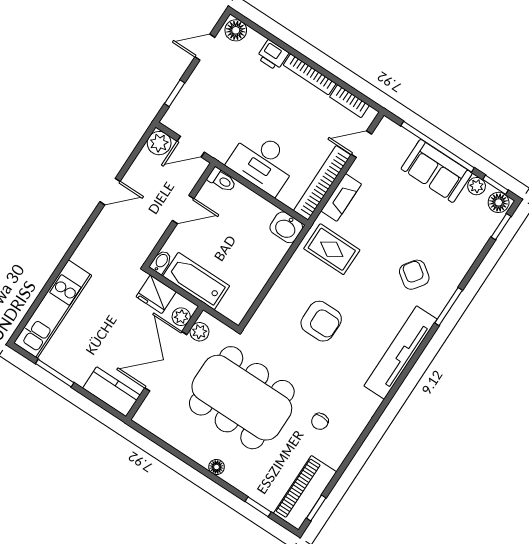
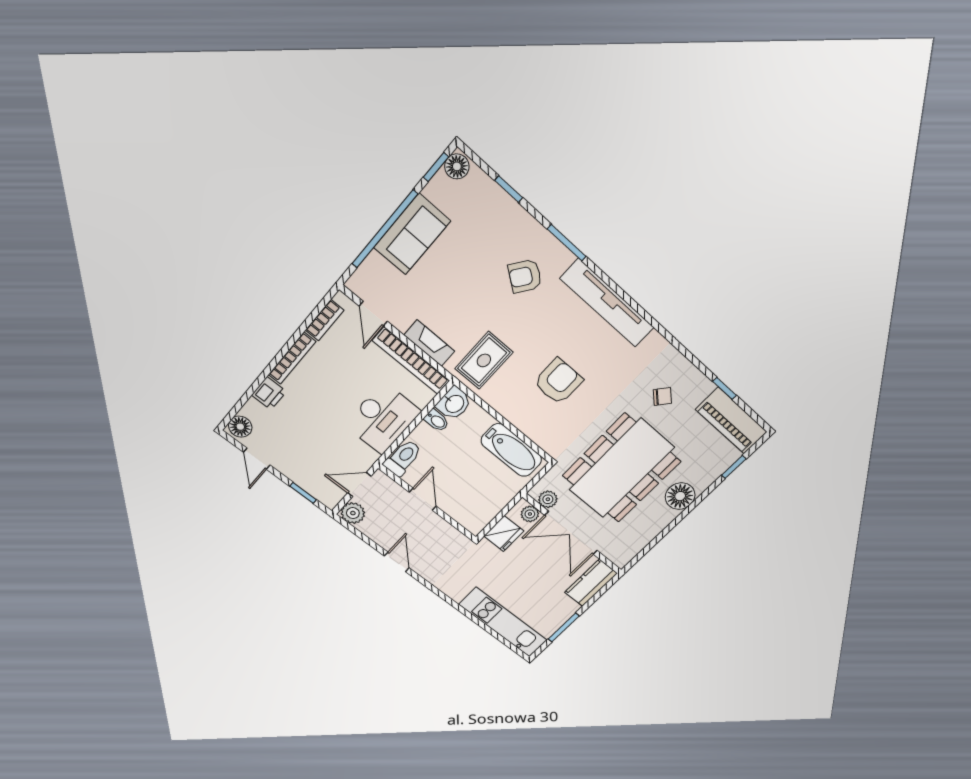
door: (191, 147) -> (359, 484), swing flipped
toilet: (222, 180) -> (403, 458), width x1.37, depth x1.39
plant: (477, 186) -> (435, 190), removed
window: (501, 227) -> (509, 189), moved
bidet: (161, 262) -> (437, 421), moved, turned 180
bathtub: (196, 281) -> (511, 450), moved, turned -90
chair: (320, 421) -> (662, 396), turned -49
floor lamp: (217, 467) -> (680, 496), width x1.89, depth x1.89
window: (316, 508) -> (724, 388), moved

